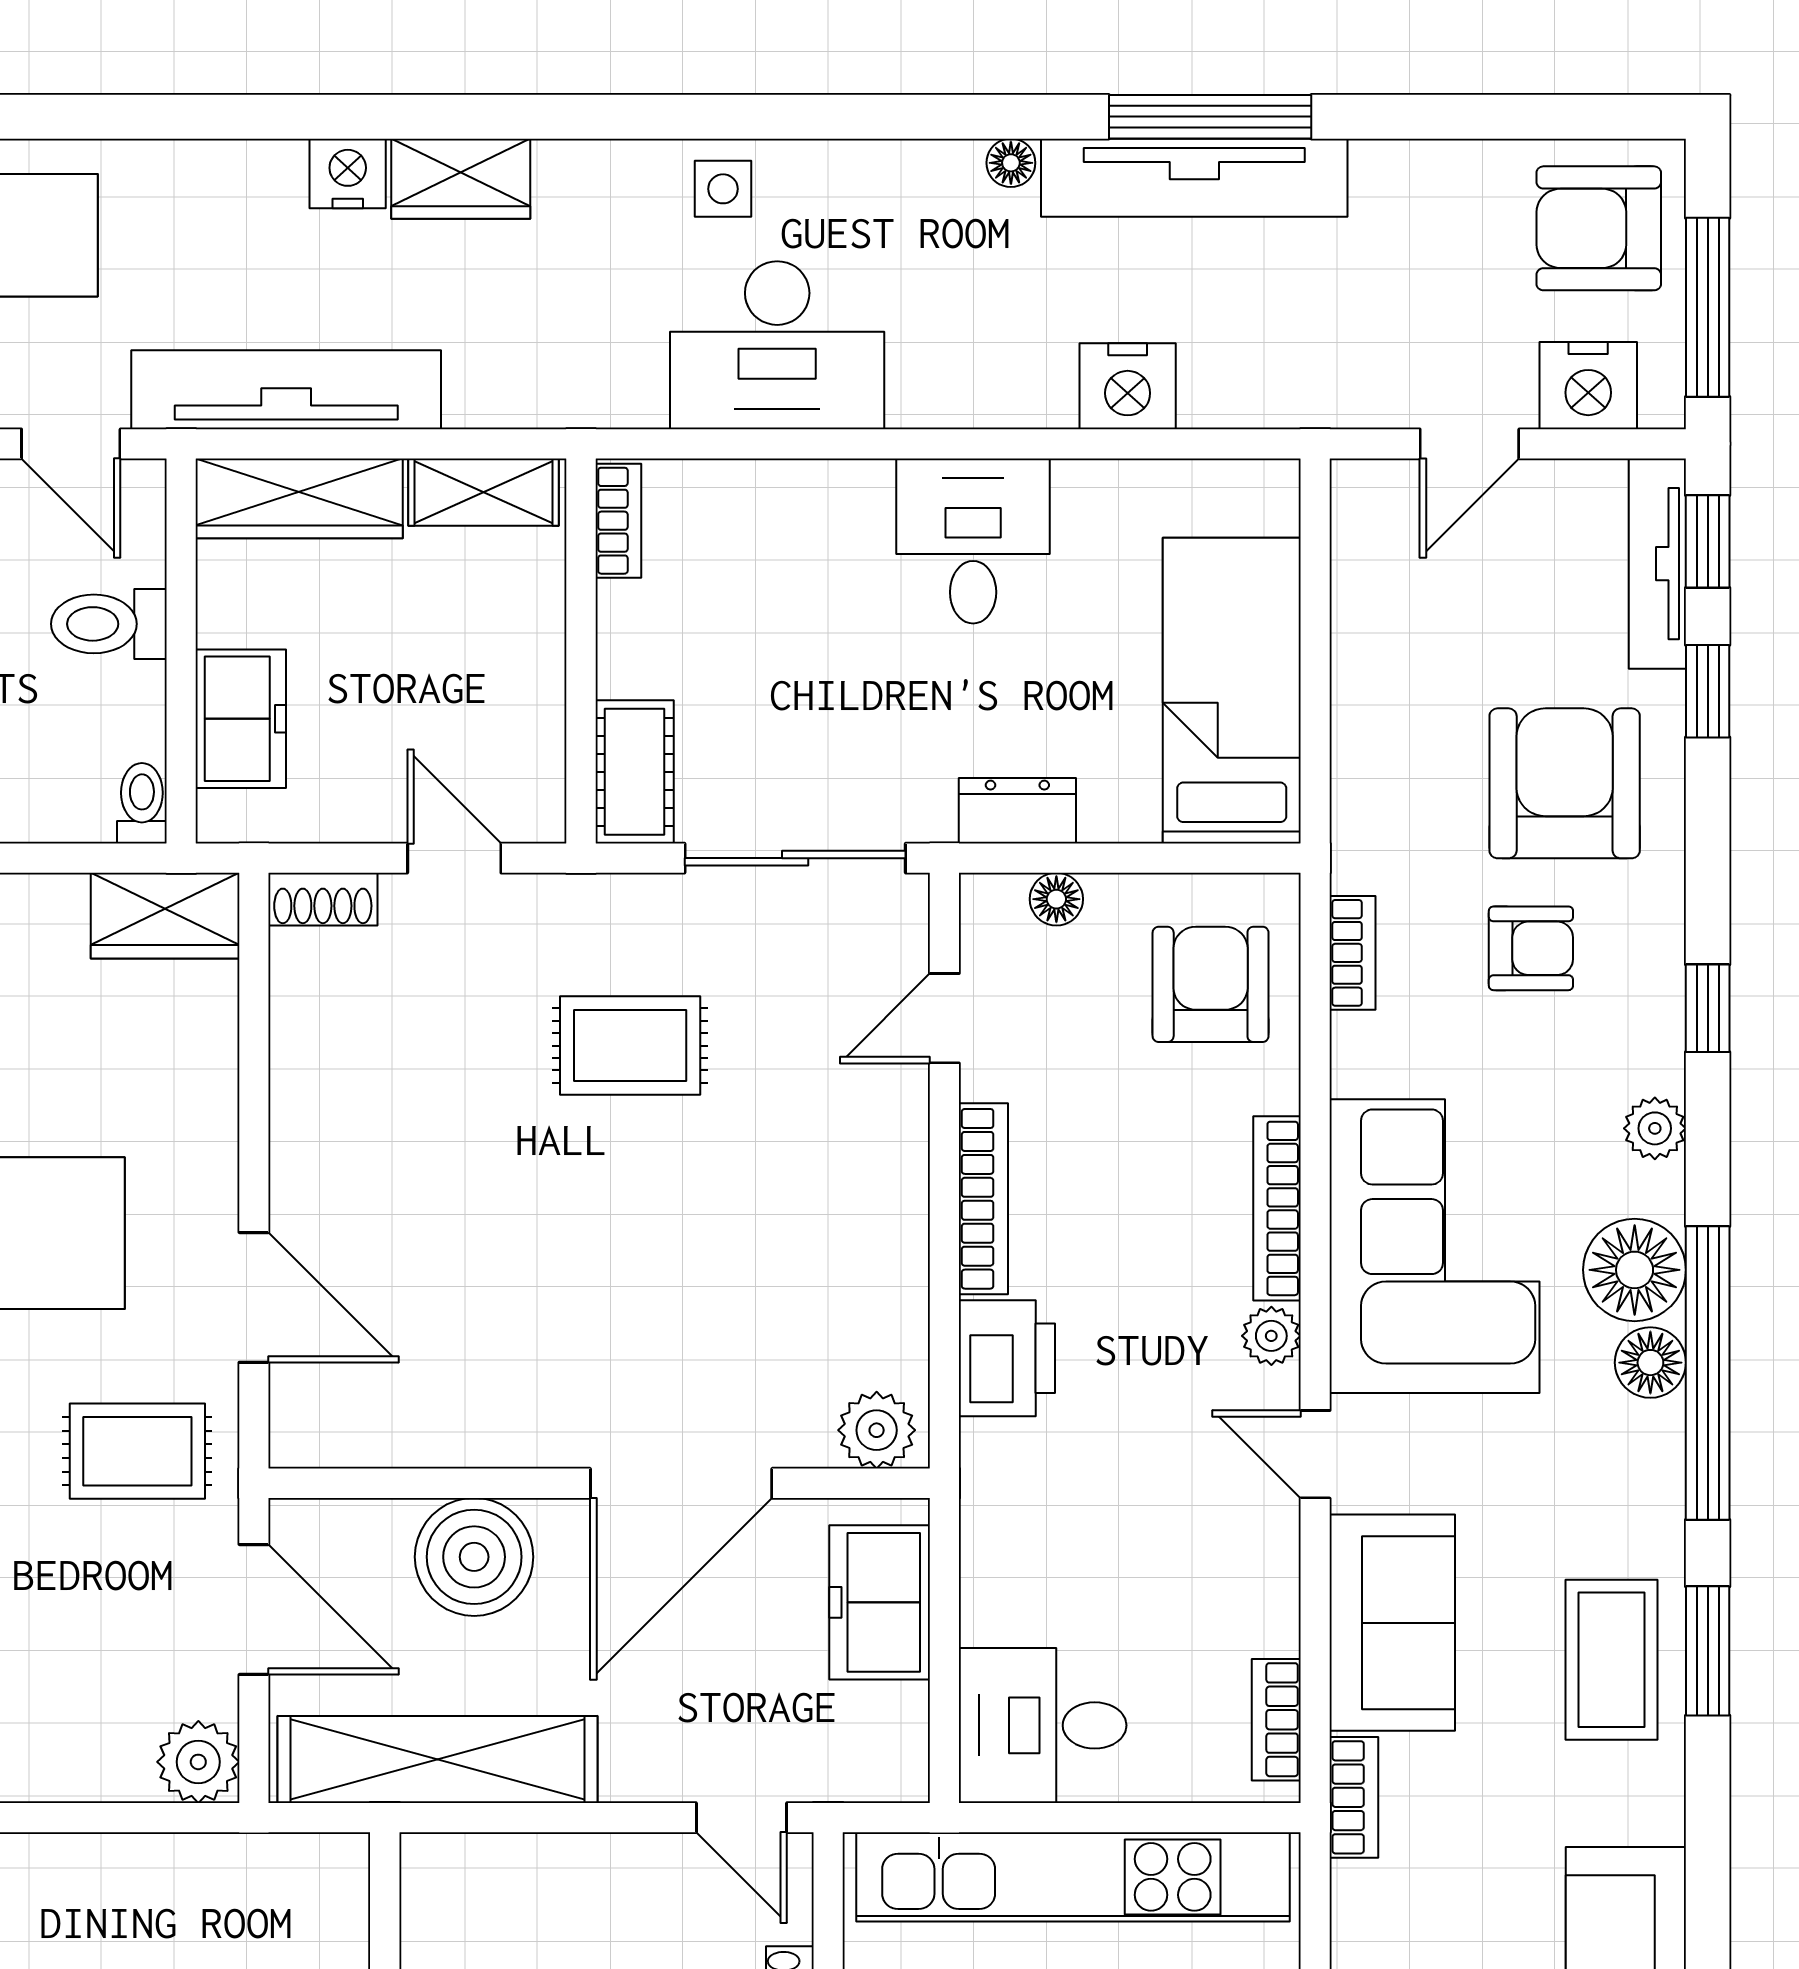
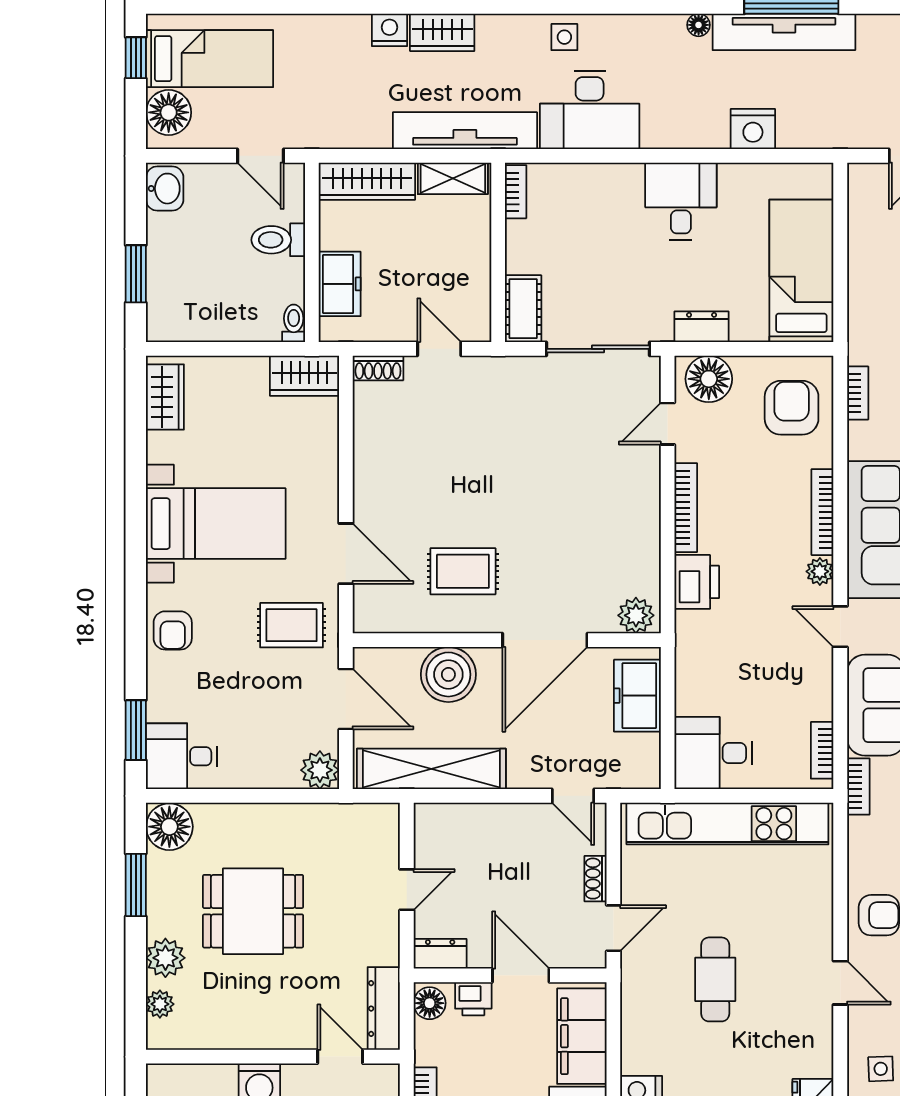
tv unit: (286, 390) -> (465, 131), moved
floor lamp: (1056, 899) -> (709, 379), width x1.89, depth x1.89
rug: (630, 1046) -> (463, 571), moved

